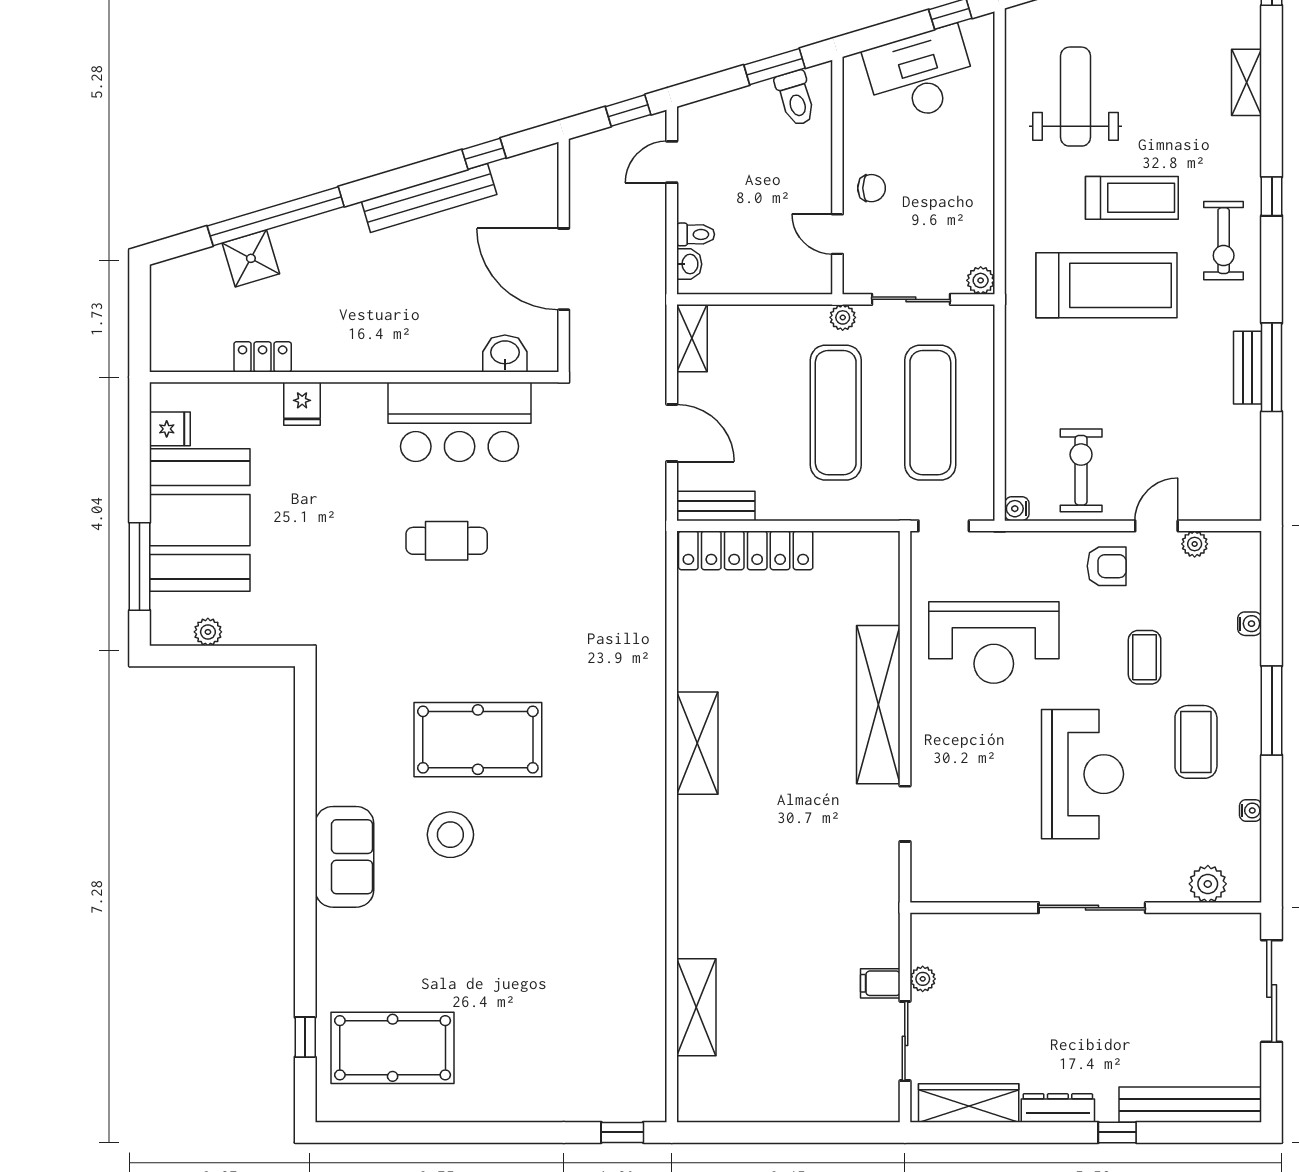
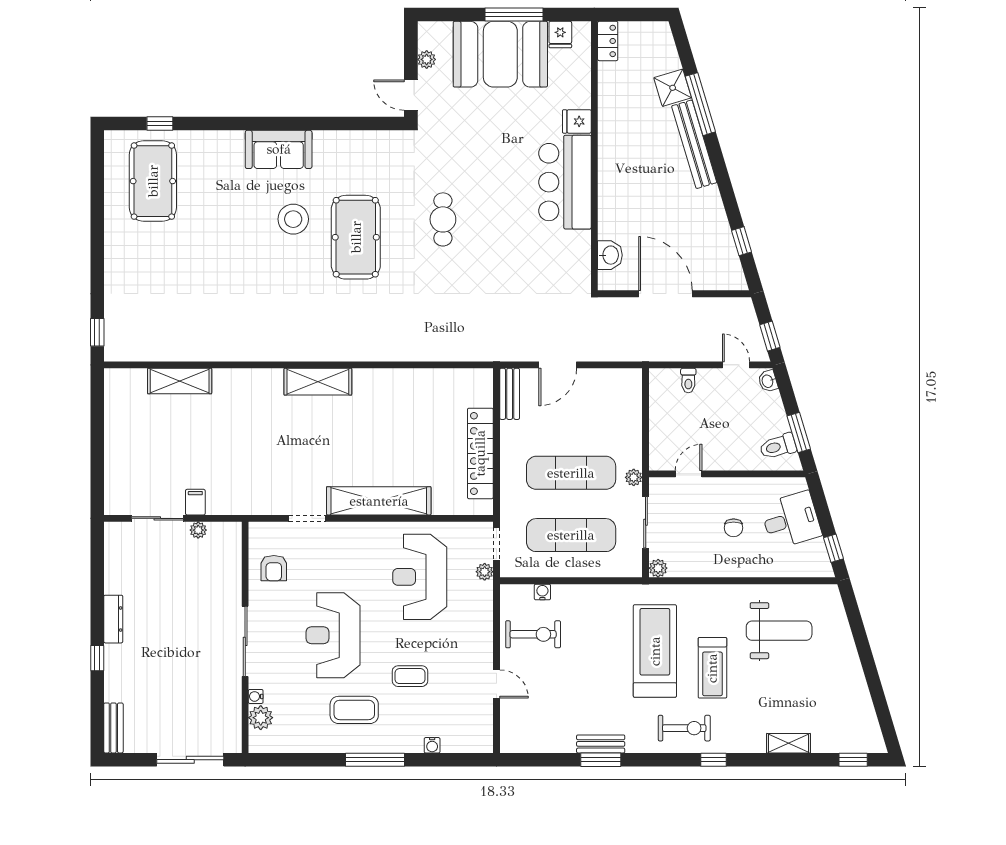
desk: (920, 75) -> (791, 520), width x0.73
chair: (872, 188) -> (734, 528), moved
bench: (429, 198) -> (694, 144), moved
window: (276, 216) -> (700, 104), width x0.68
exercise bike: (1224, 241) -> (684, 728), turned 180
washbasin: (689, 264) -> (768, 381), moved, turned 73
door: (564, 269) -> (666, 294), hinge flipped
treadmill: (1106, 285) -> (655, 651), turned 180
shelving: (692, 338) -> (620, 378), removed
locker: (263, 357) -> (608, 41), moved
window: (1272, 367) -> (601, 760), width x0.69
bar counter: (460, 422) -> (565, 182), moved
water cooler: (1017, 509) -> (542, 592), moved
cafe table: (447, 541) -> (443, 219), moved
plant: (1195, 544) -> (485, 572), moved
locker: (746, 550) -> (480, 453), moved
window: (140, 566) -> (514, 15), moved
armchair: (1107, 566) -> (274, 568), moved
door: (262, 656) -> (411, 95), added
shelving: (697, 743) -> (318, 382), moved
reception desk: (1083, 774) -> (333, 635), turned 90
water cooler: (1251, 810) -> (256, 696), moved, turned 90
wardrobe: (969, 1103) -> (117, 560), removed
bench: (1190, 1105) -> (113, 728), width x0.54, depth x0.82

